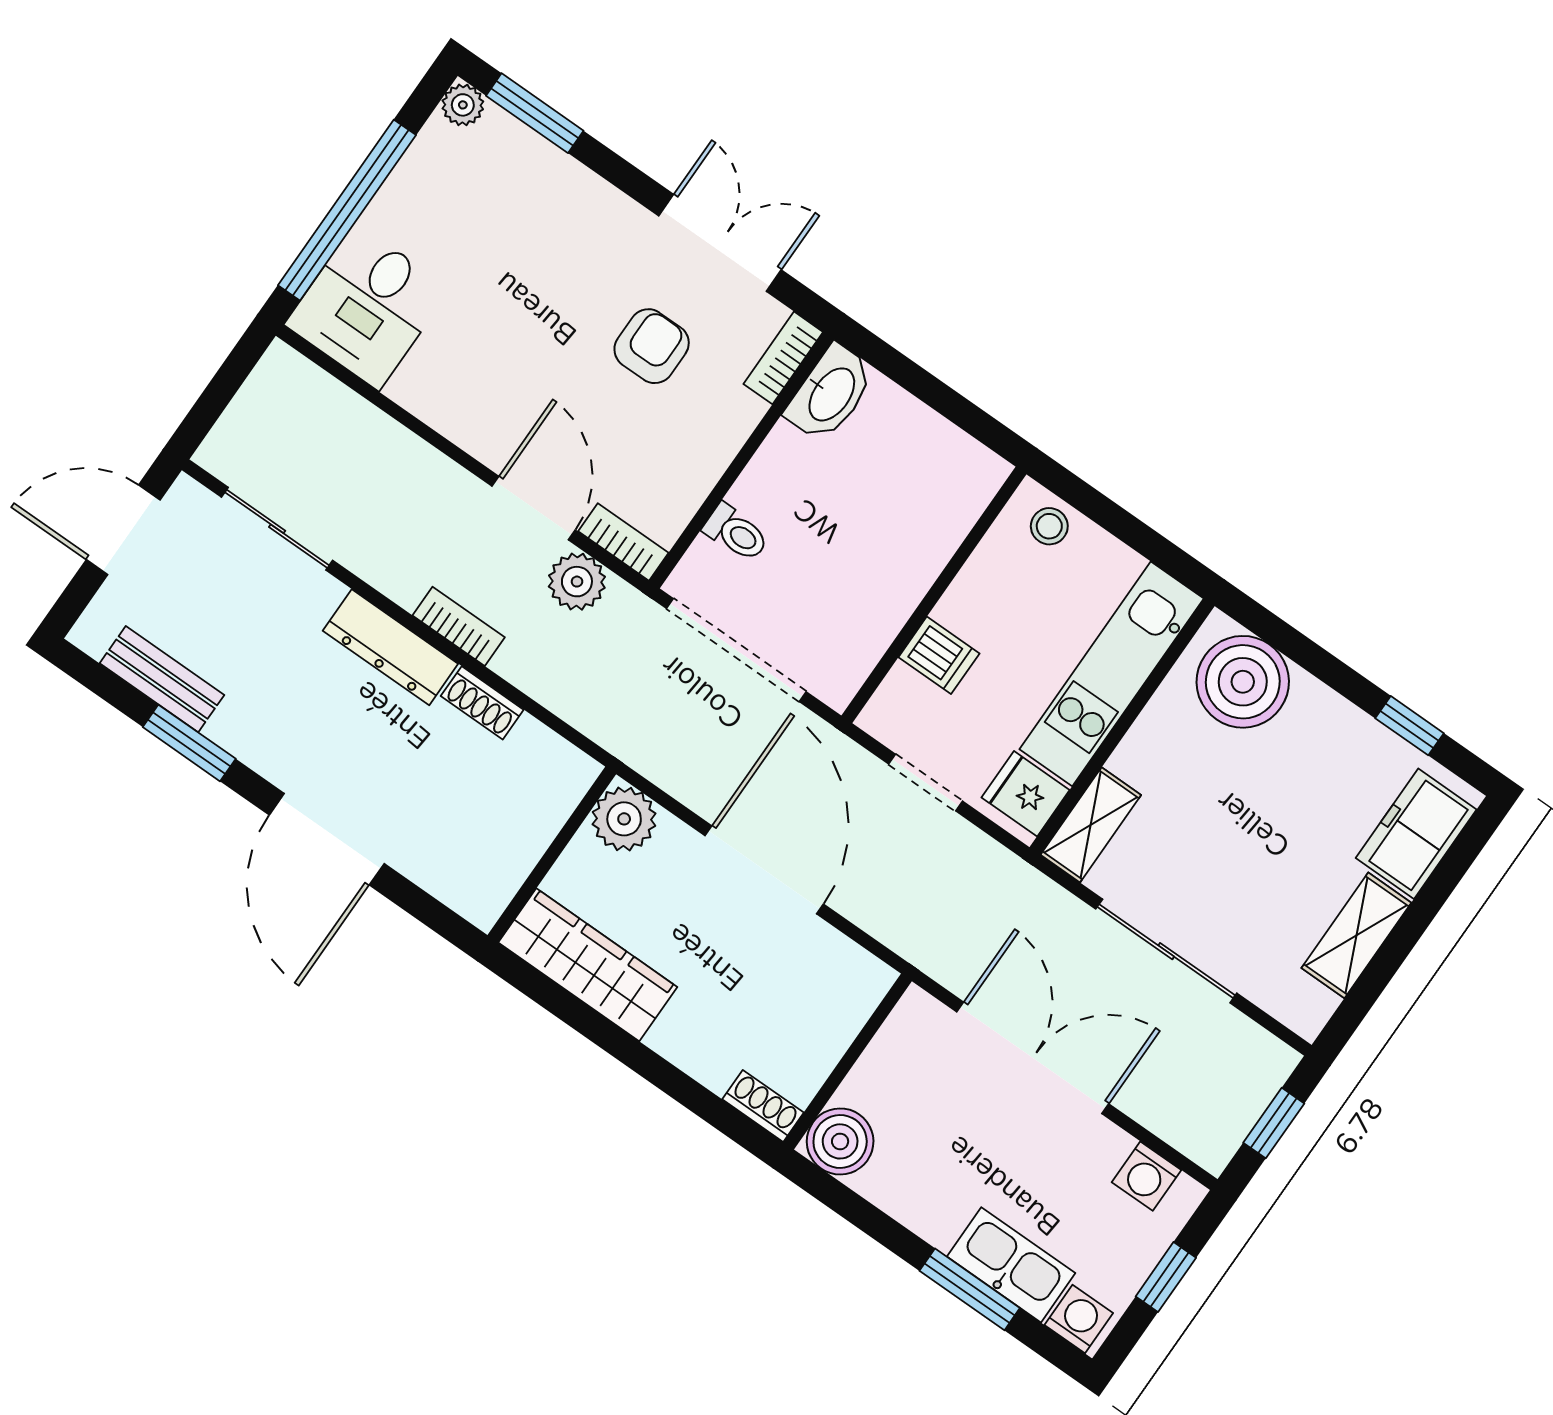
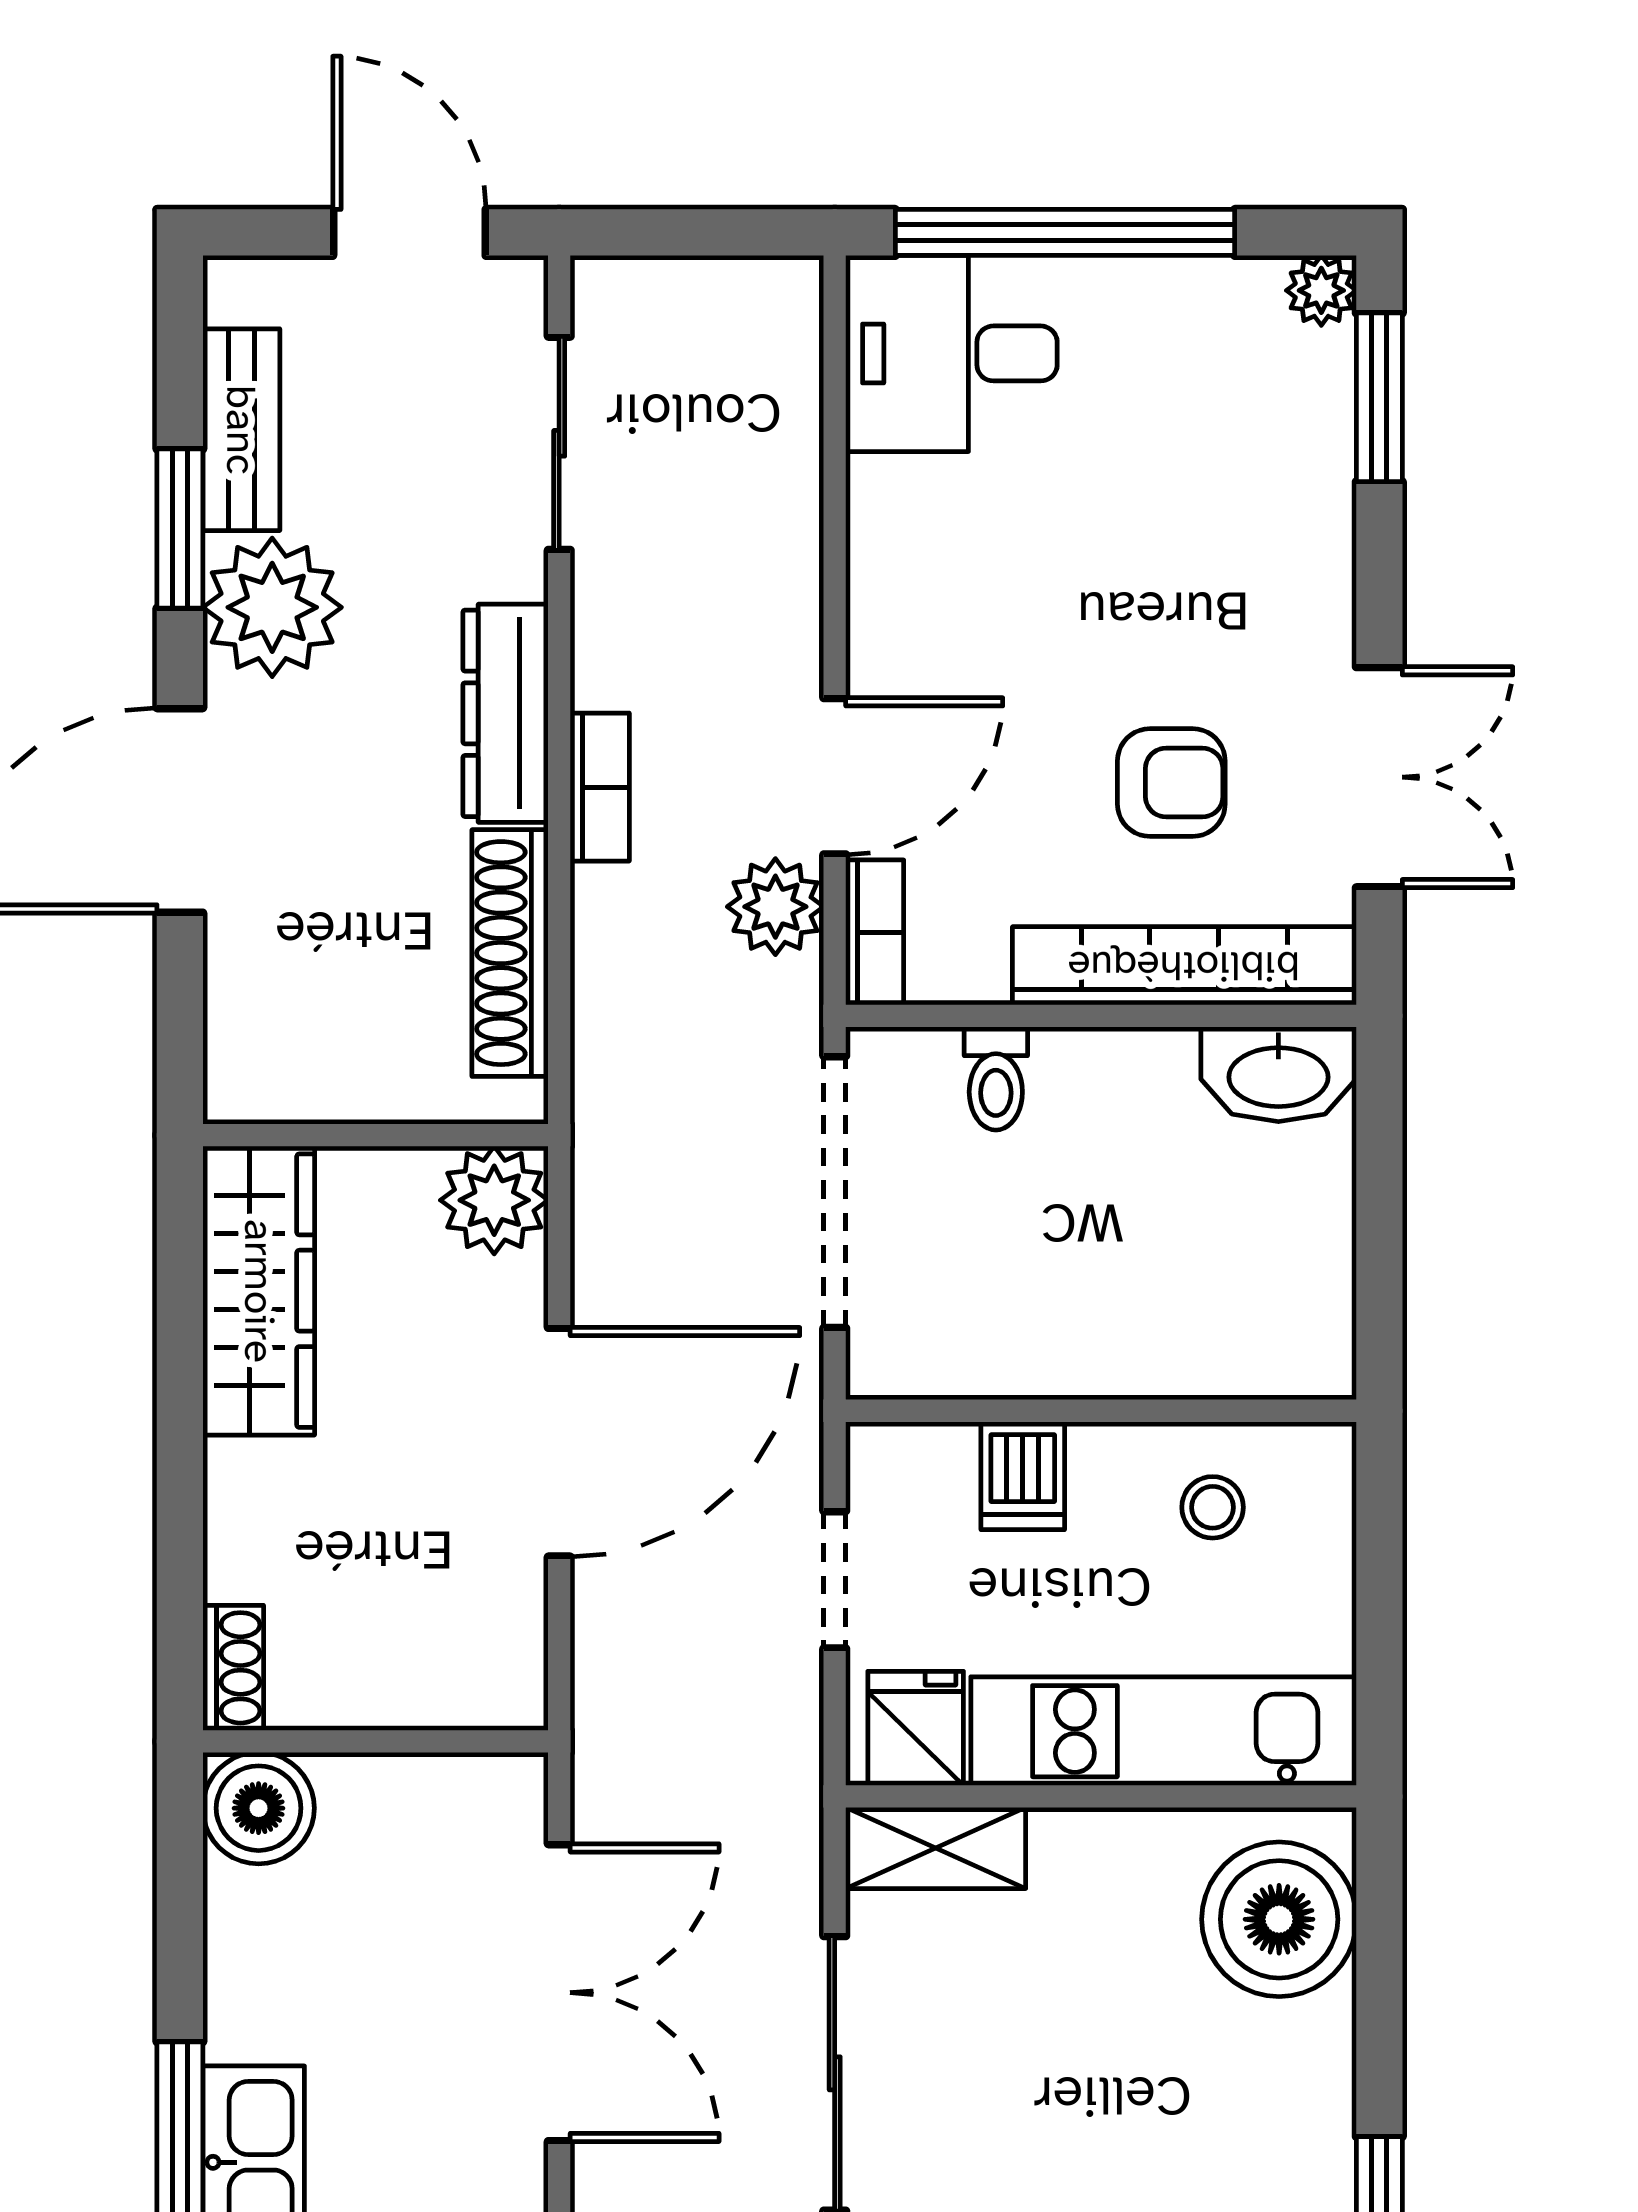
bookcase: (783, 358) -> (1184, 966), width x2.31, depth x1.31
stool: (1049, 526) -> (1213, 1507), moved
shoe rack: (482, 703) -> (510, 953), width x1.94, depth x1.24
plant: (259, 725) -> (272, 607), added

